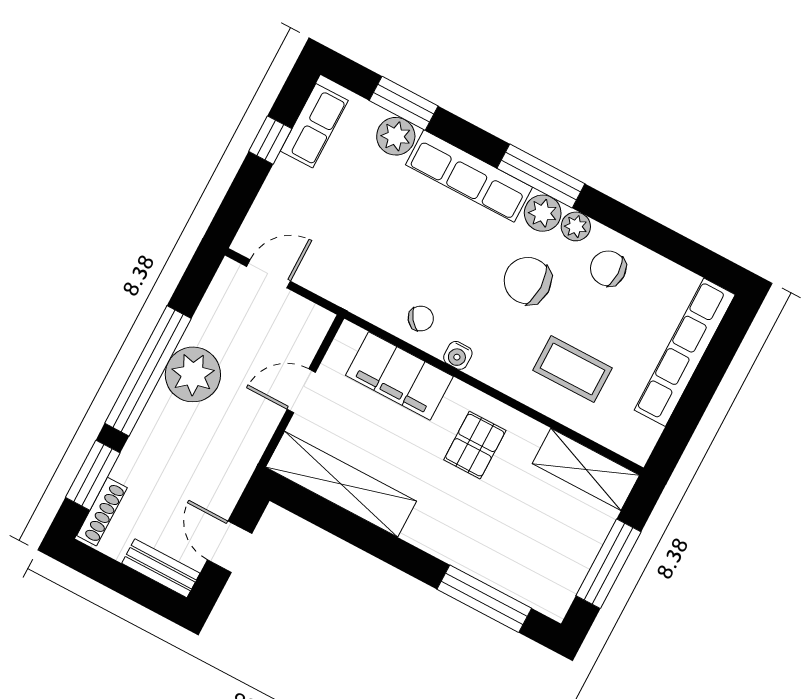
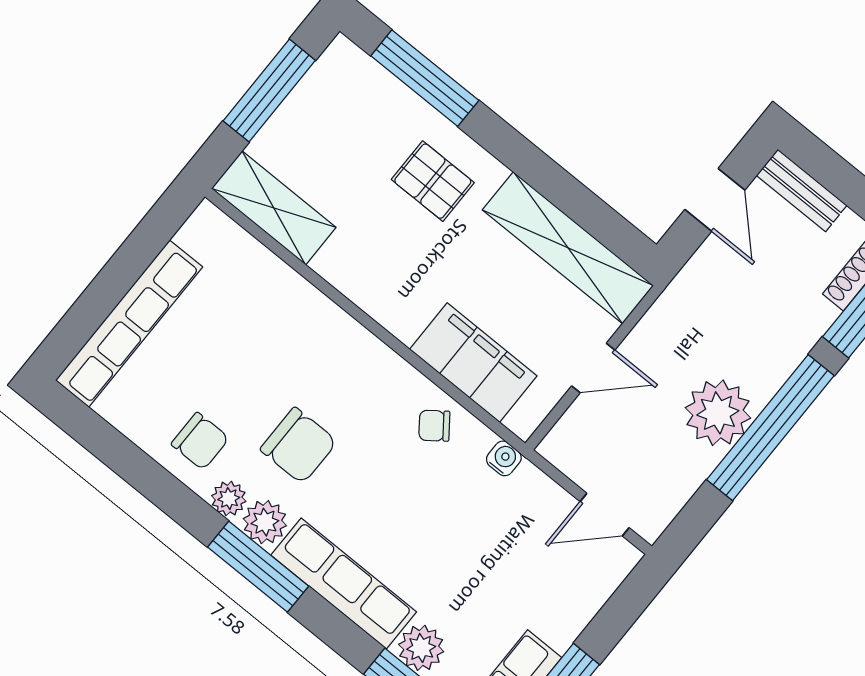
water cooler: (458, 355) -> (504, 458), moved
coffee table: (573, 369) -> (266, 330), removed
pallet: (475, 445) -> (433, 181), moved, turned 90

